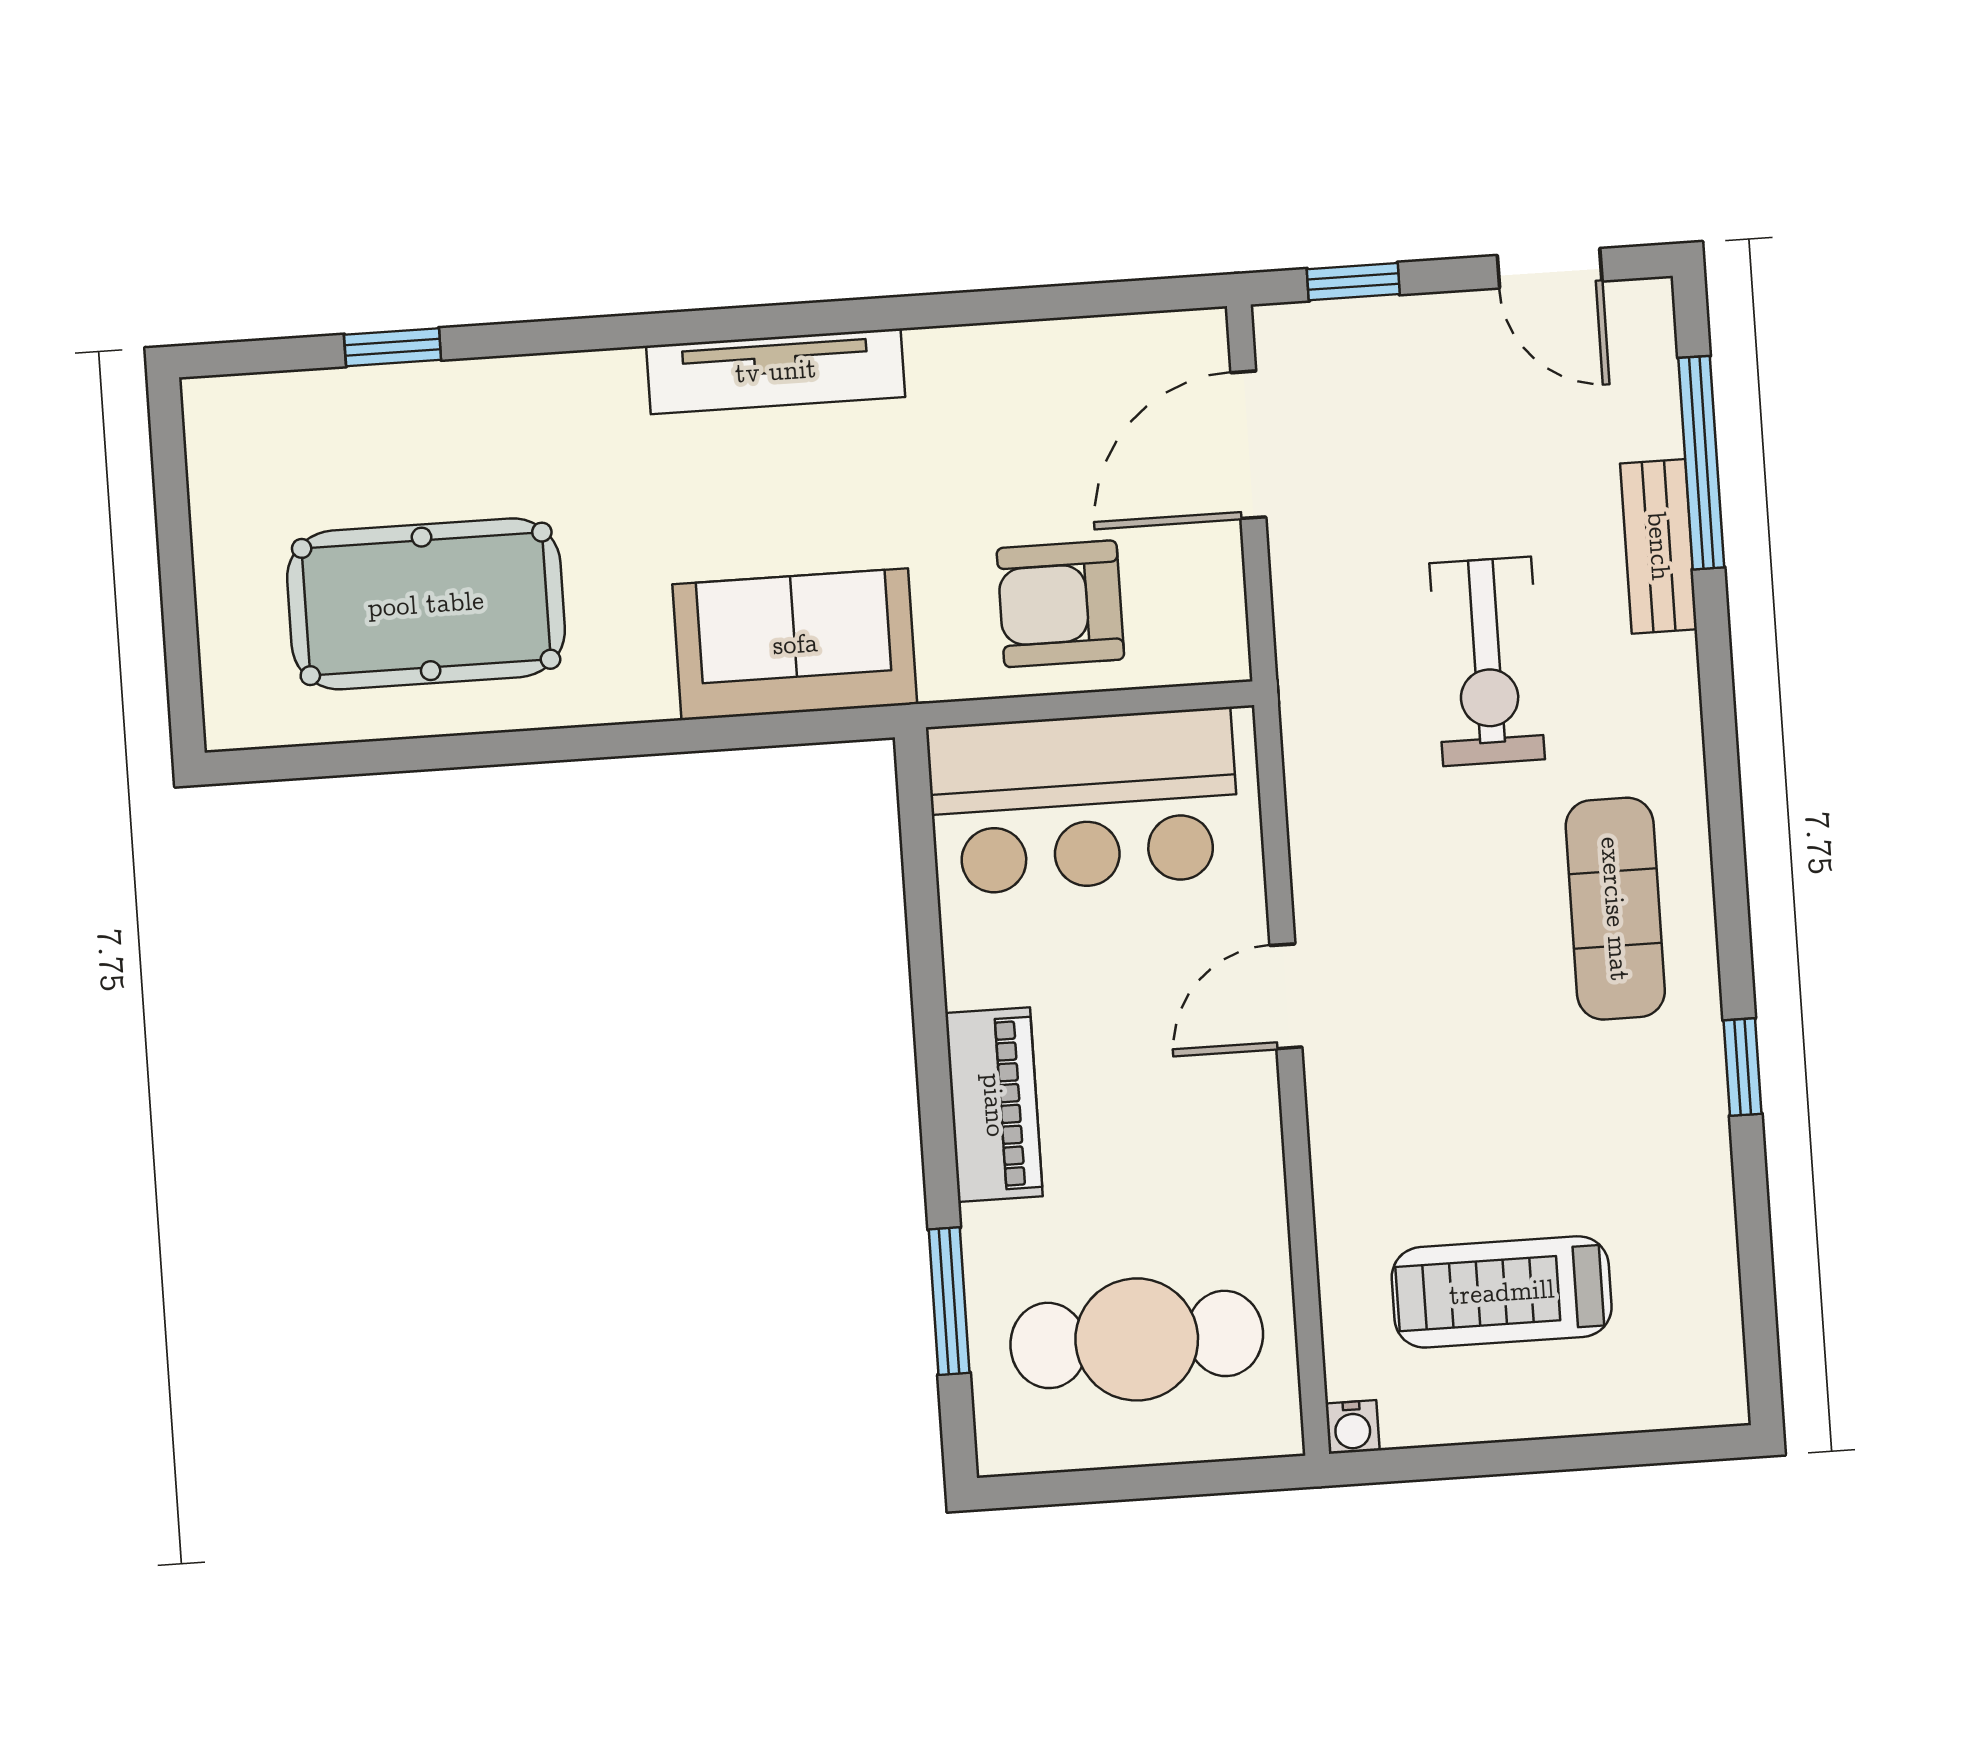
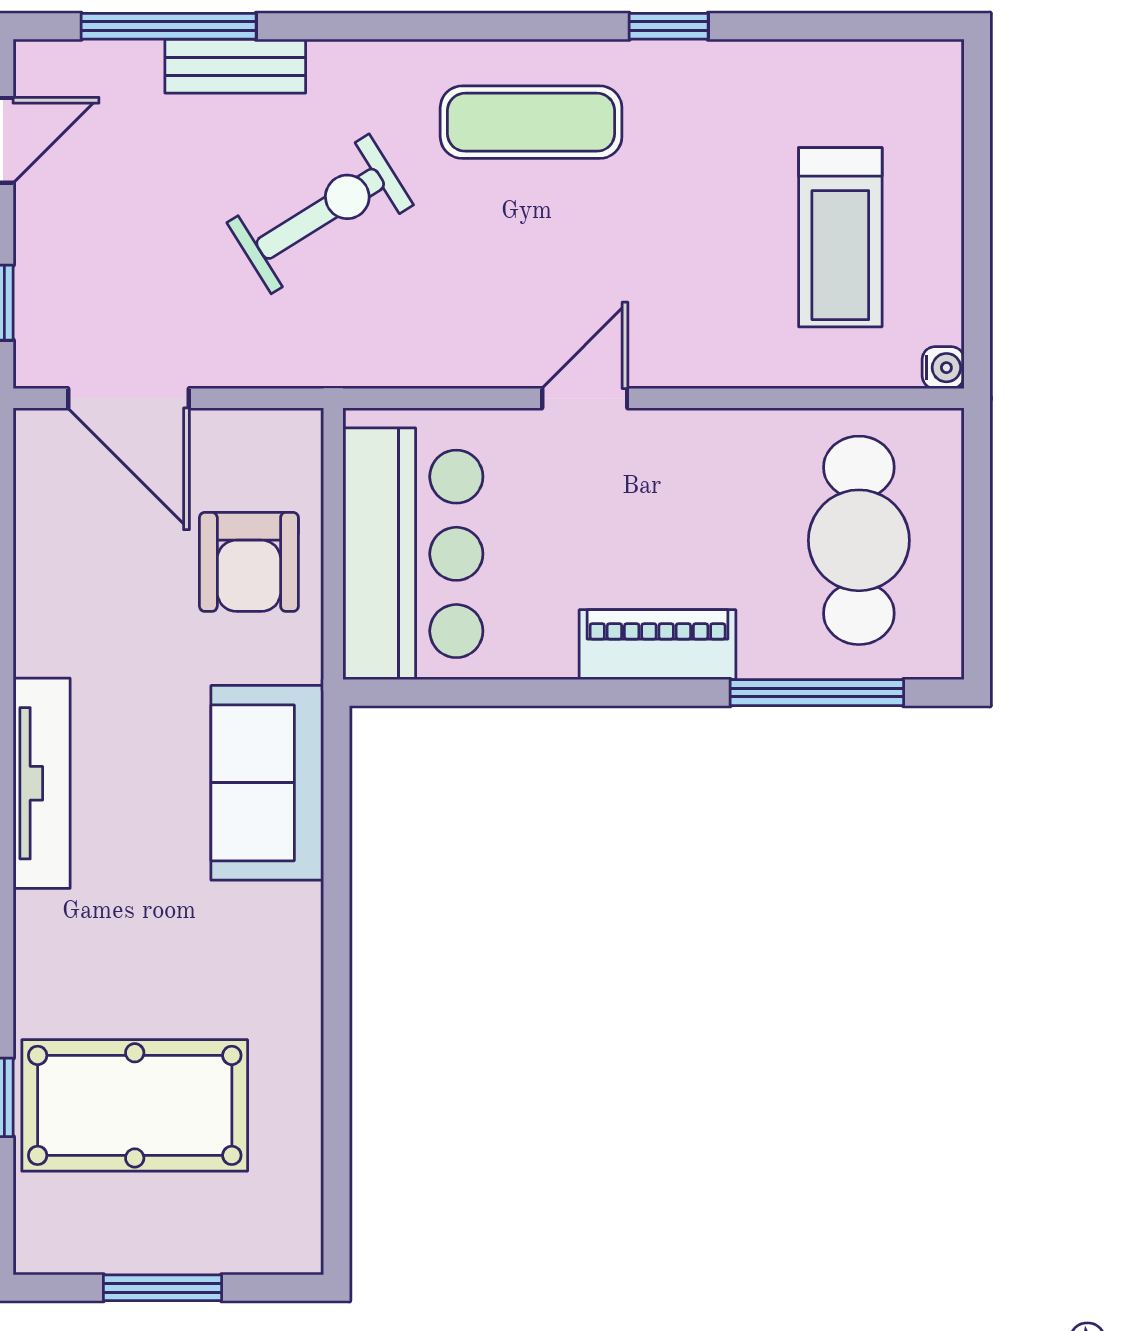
window: (176, 559) -> (162, 1288), added
pool table: (426, 604) -> (135, 1105), moved, turned 90
exercise bike: (1487, 661) -> (320, 214), turned -32
door: (1286, 996) -> (585, 398), swing flipped
window: (949, 1301) -> (817, 693), width x1.44

